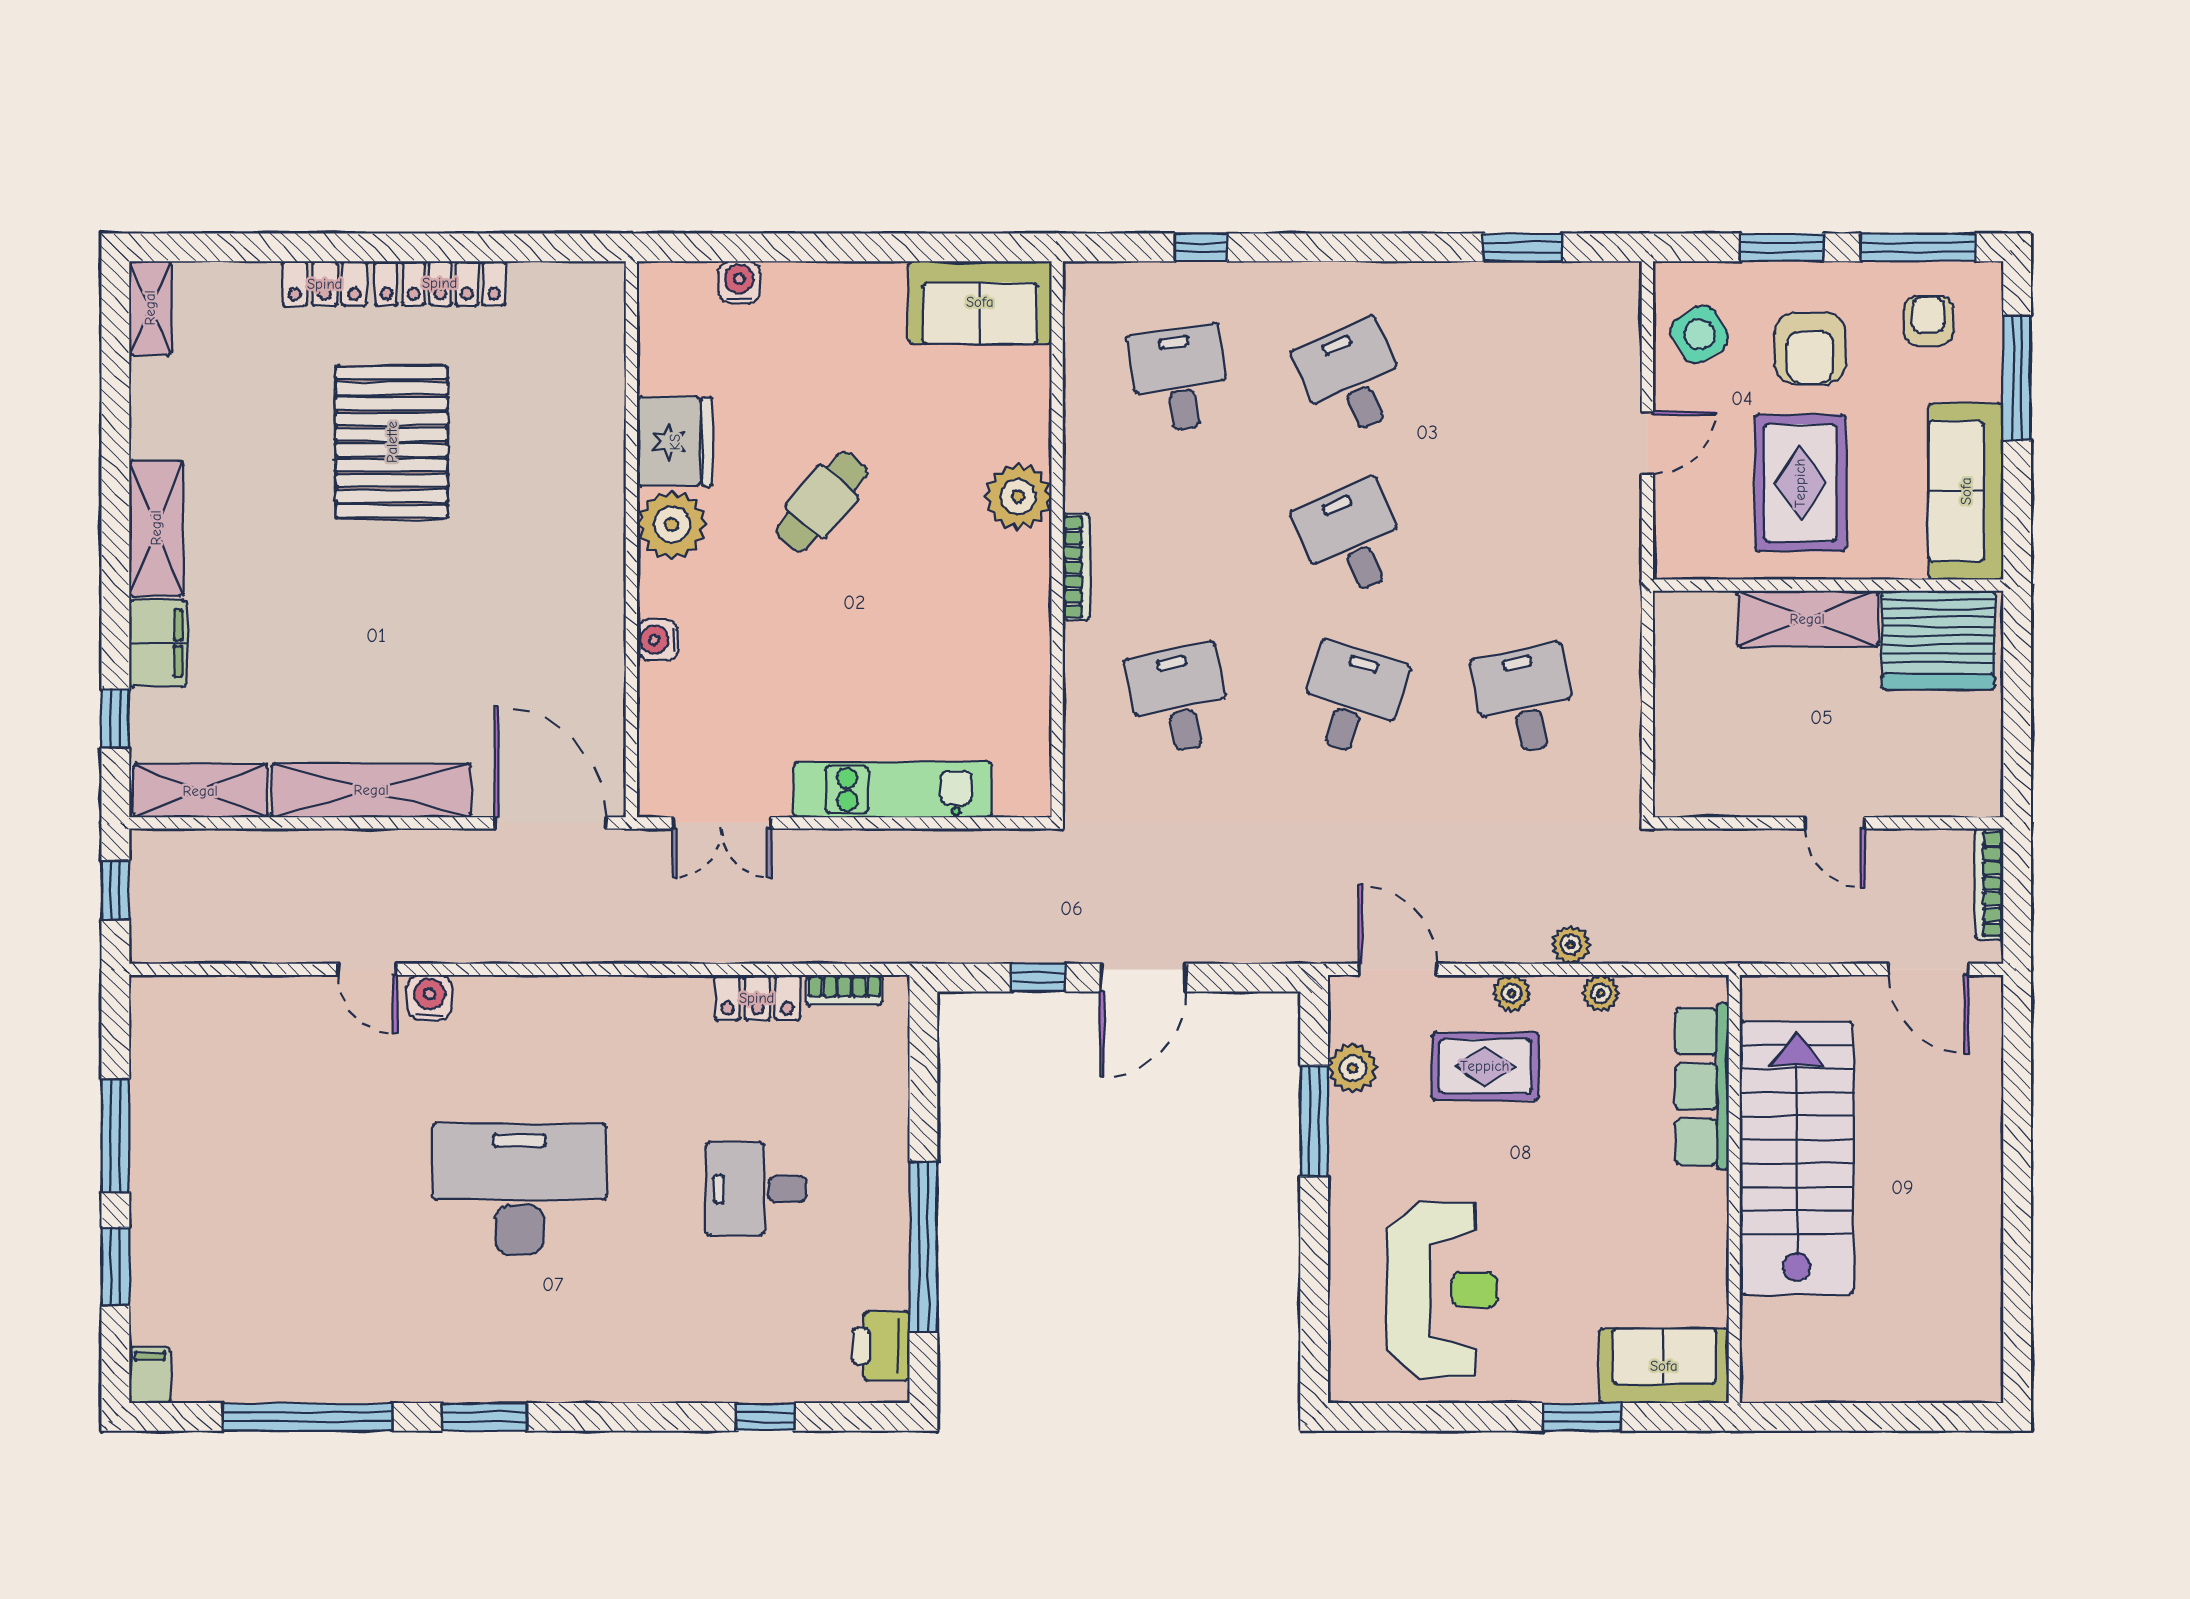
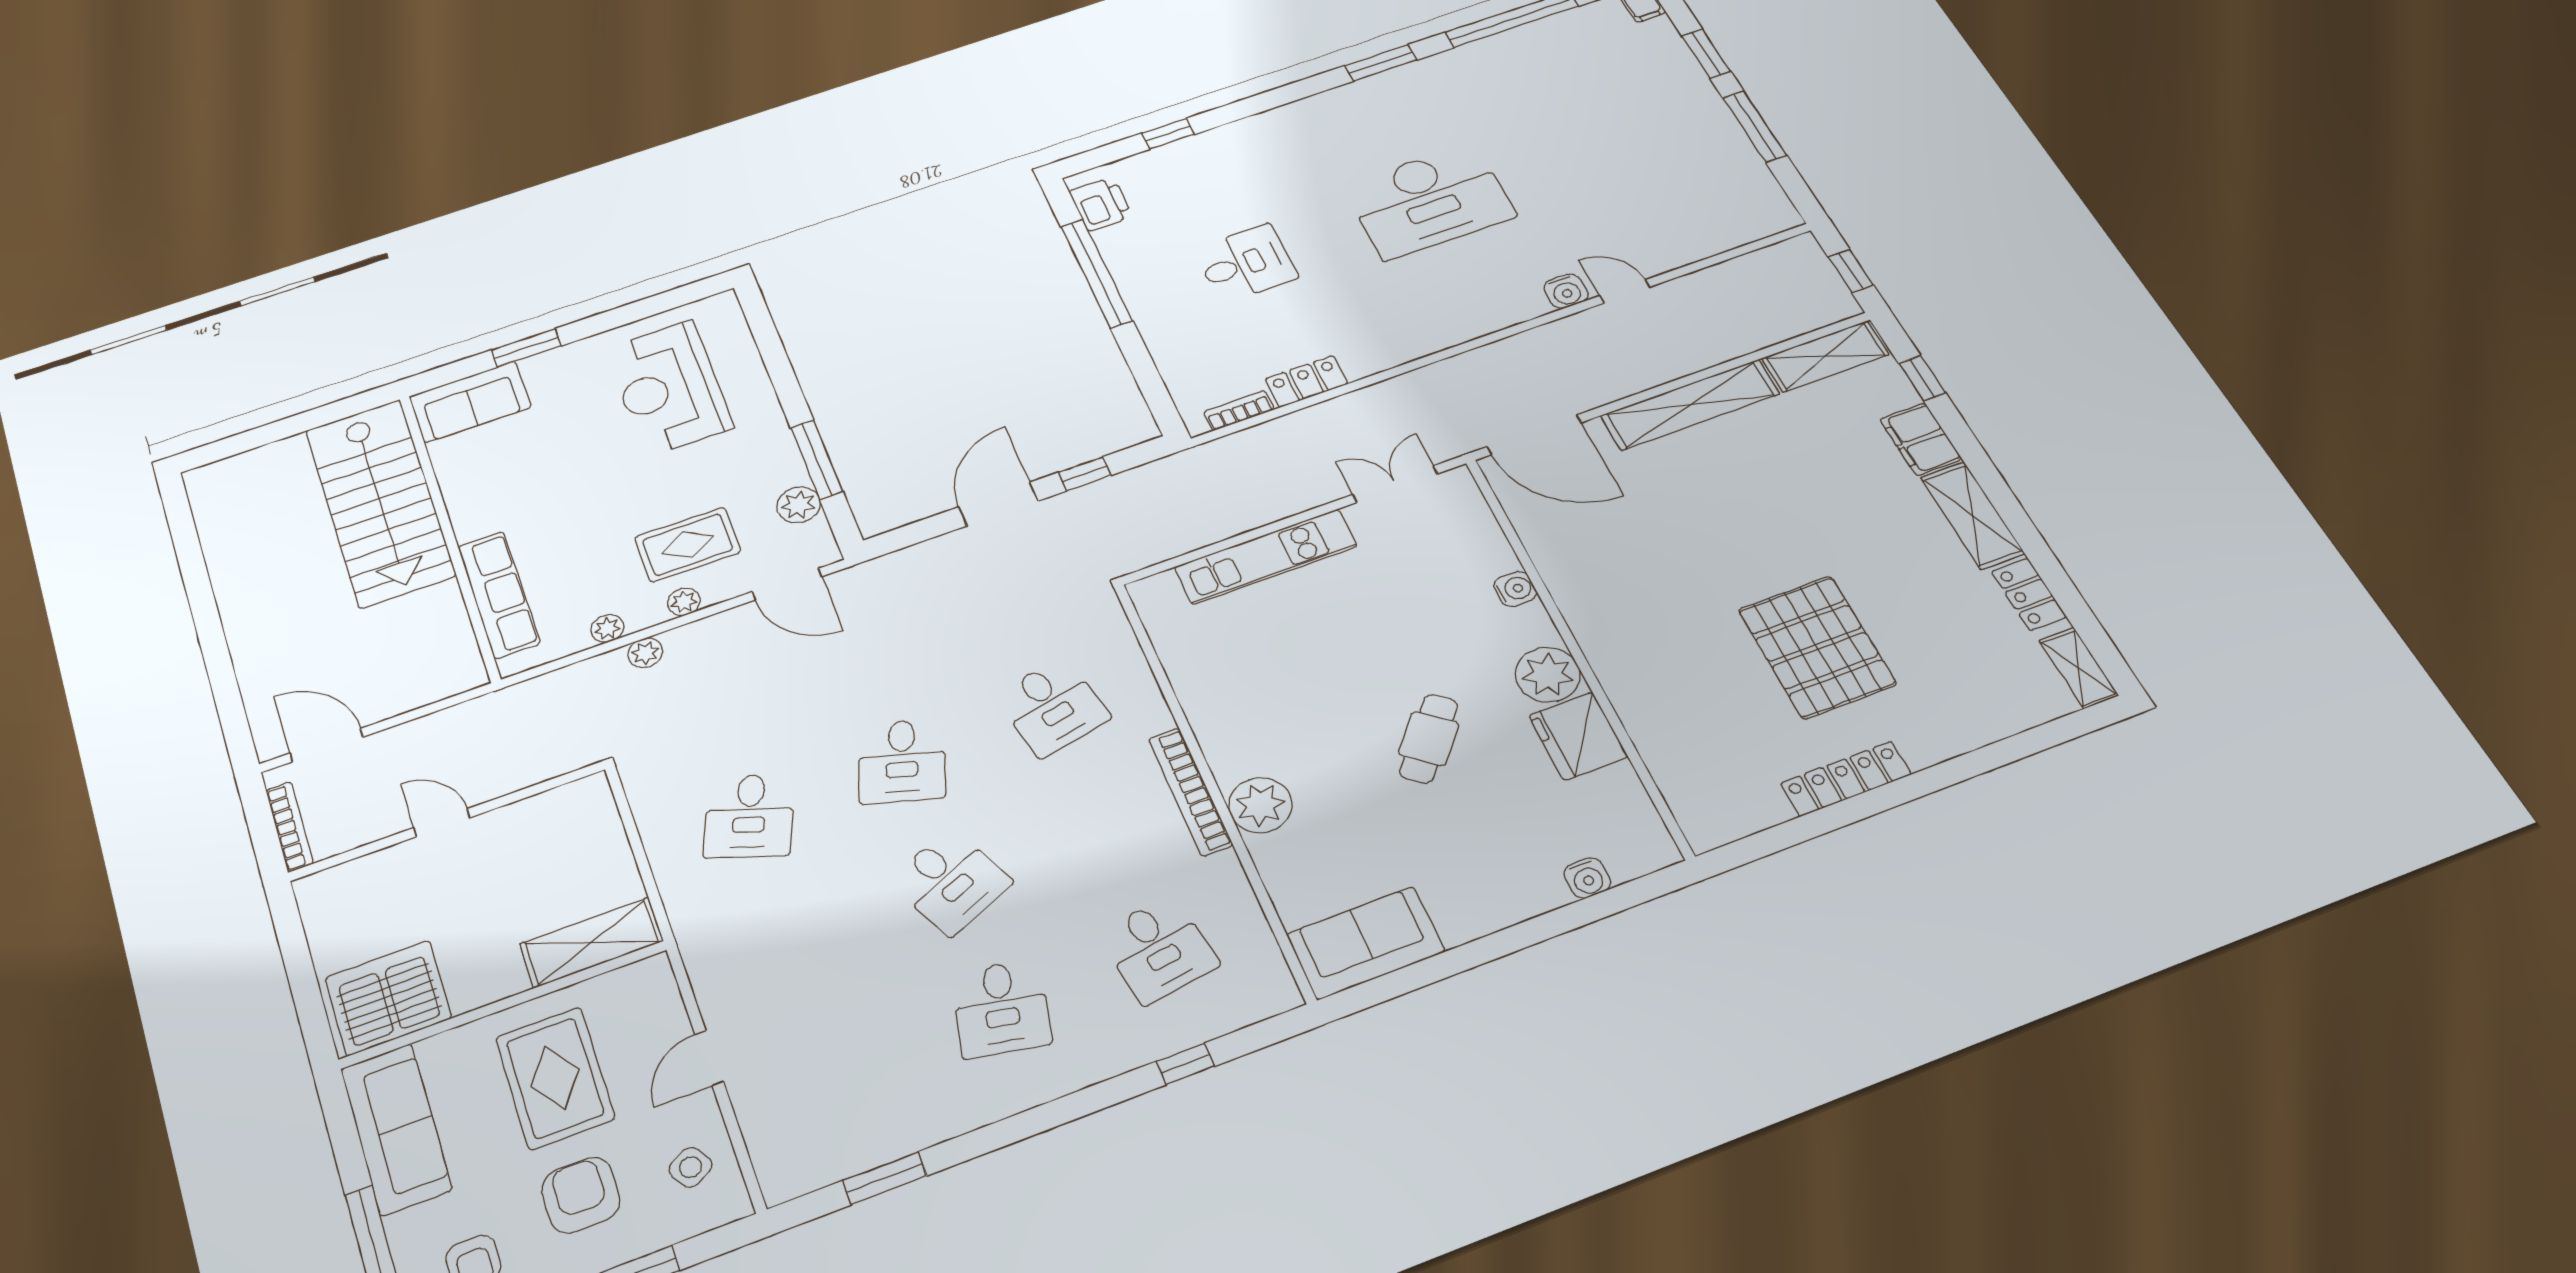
locker: (325, 284) -> (2029, 594), moved, turned -90
side table: (1699, 334) -> (691, 1167), width x0.73, depth x0.73
desk: (1352, 379) -> (1001, 1008), turned 36
bookcase: (1076, 567) -> (1190, 792), width x1.48, depth x1.31
shelving: (1807, 619) -> (592, 943), moved
desk: (1525, 700) -> (749, 816), turned 33
stairs: (1797, 1158) -> (380, 502), moved

